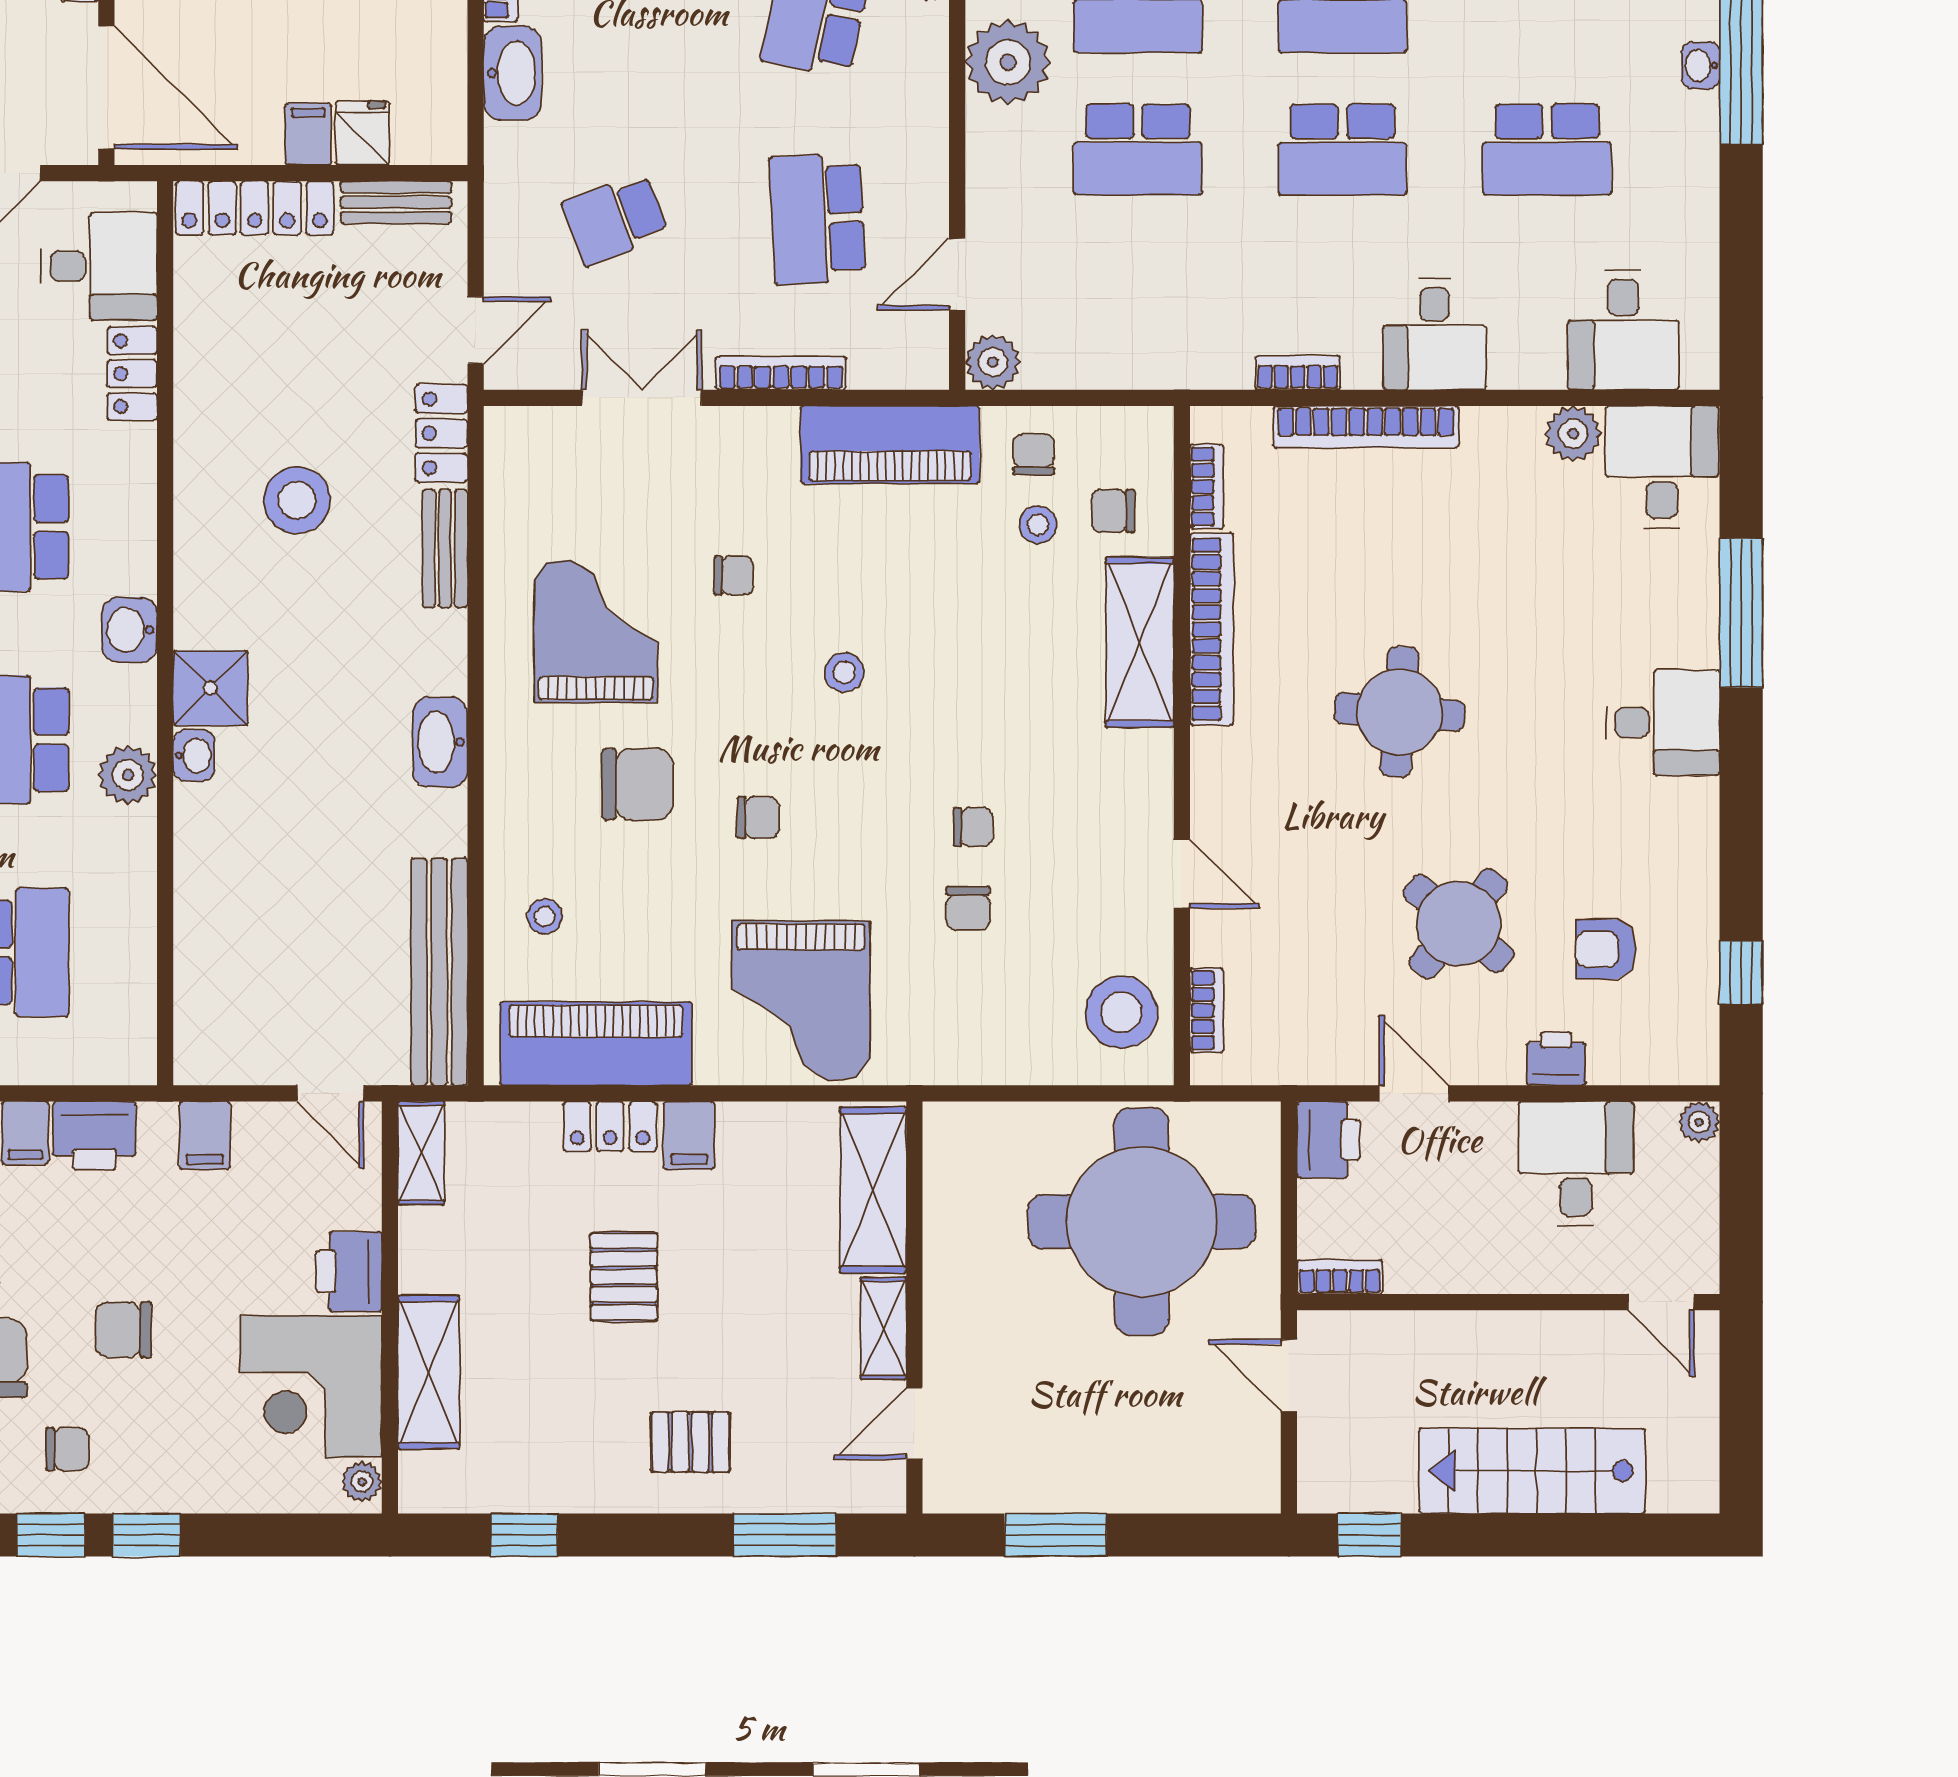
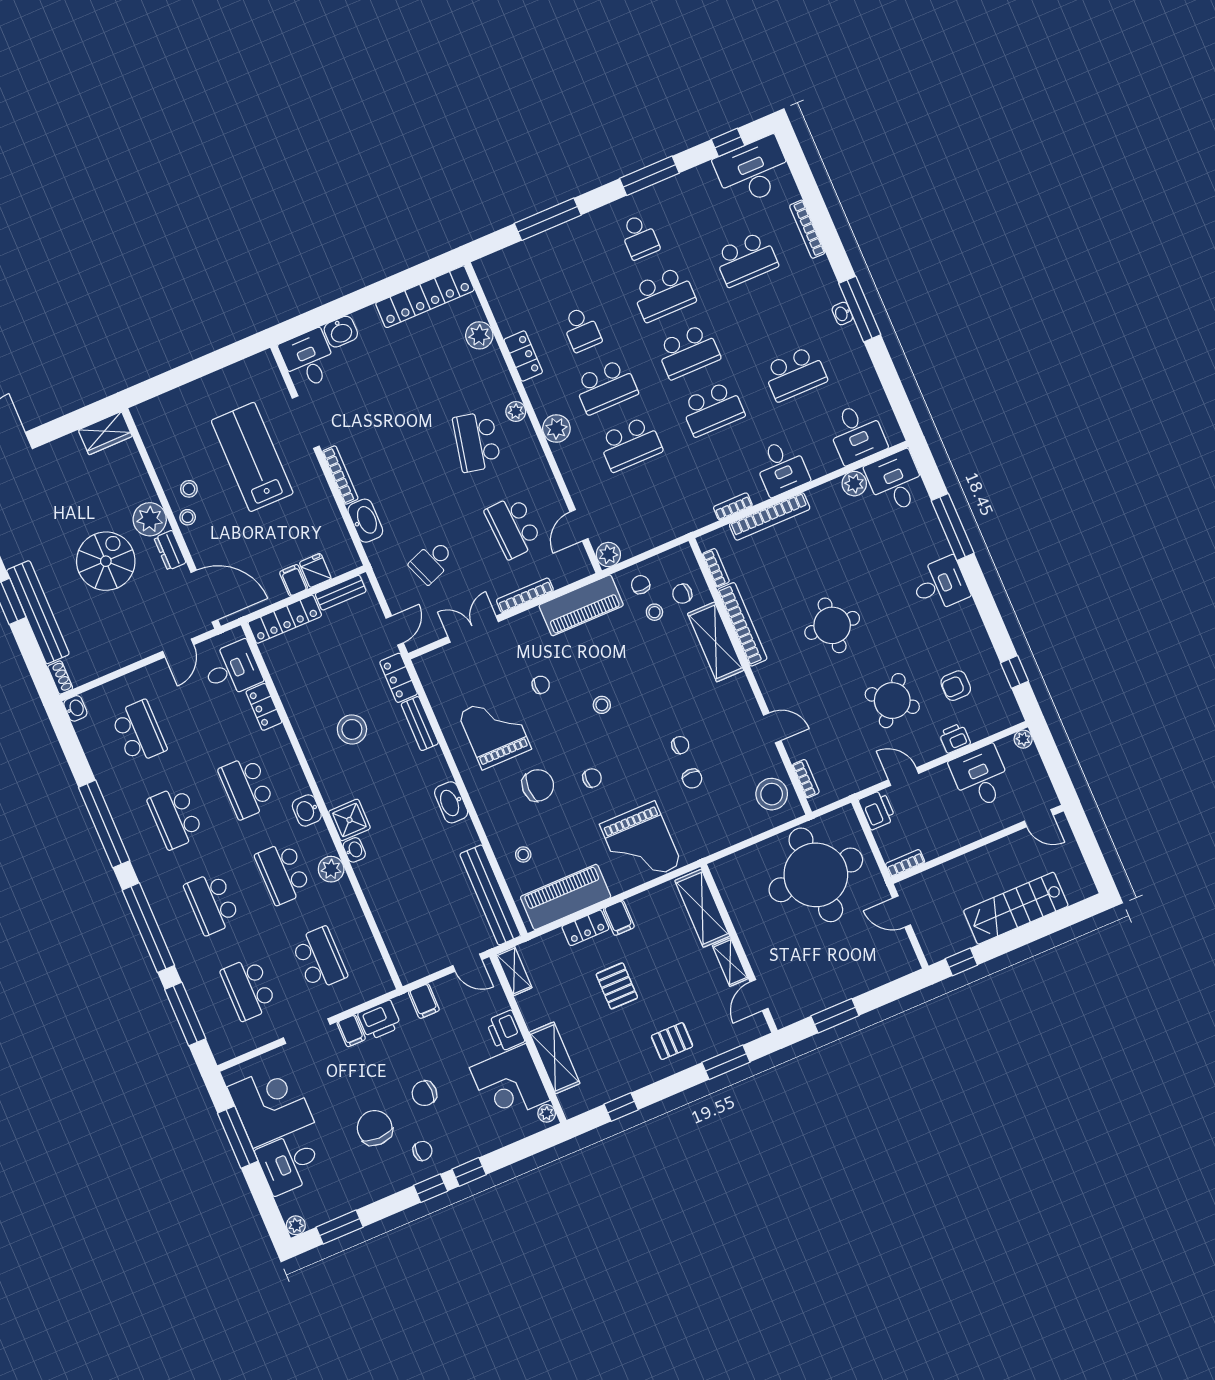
plant: (1008, 62) -> (556, 429), width x0.73, depth x0.73

